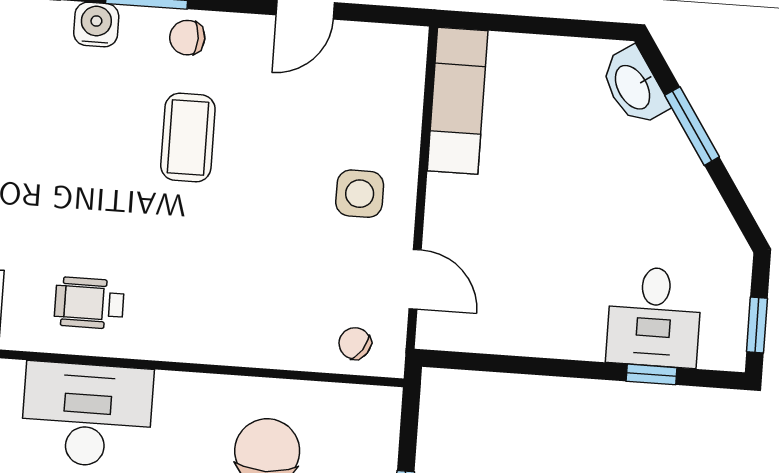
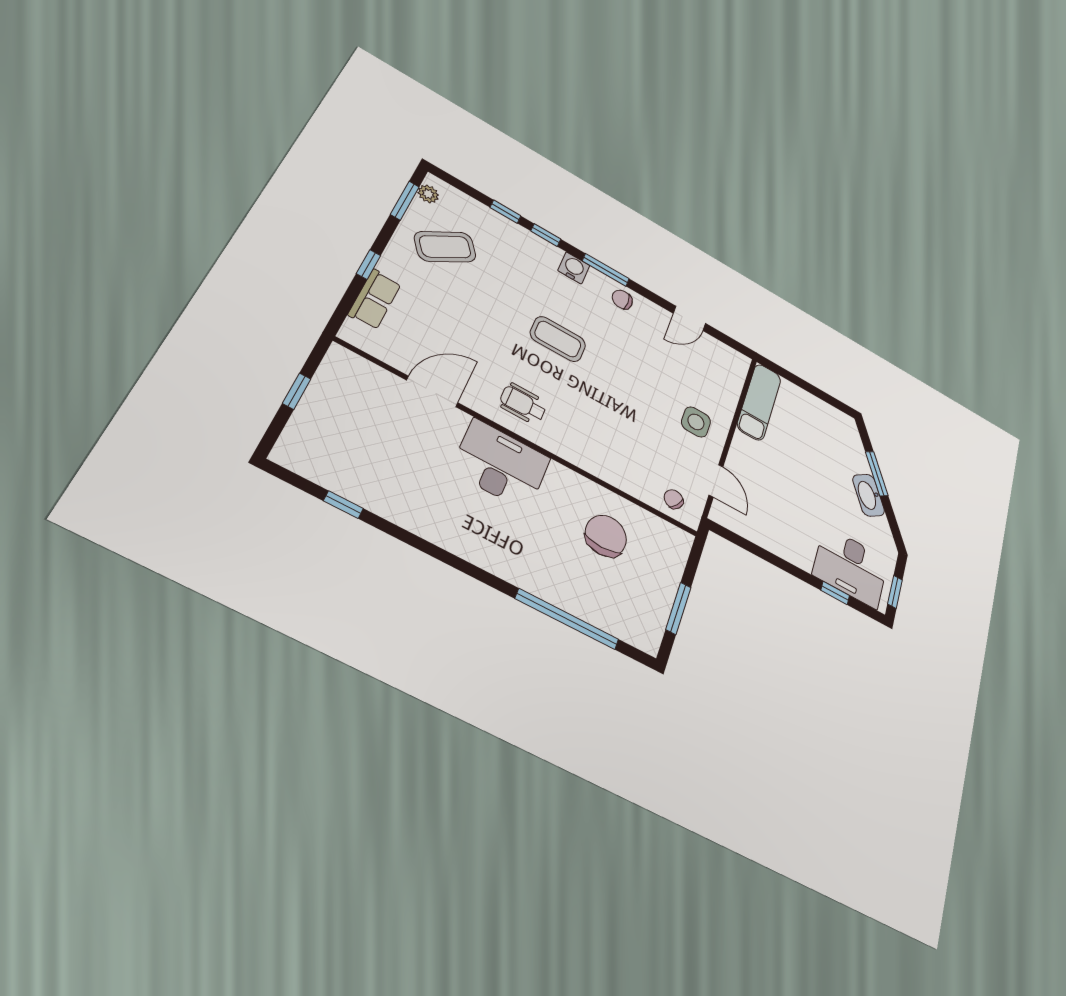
washbasin: (634, 87) -> (869, 495), moved
coffee table: (188, 138) -> (558, 339), moved, turned 90
desk: (654, 317) -> (851, 567), width x1.37

